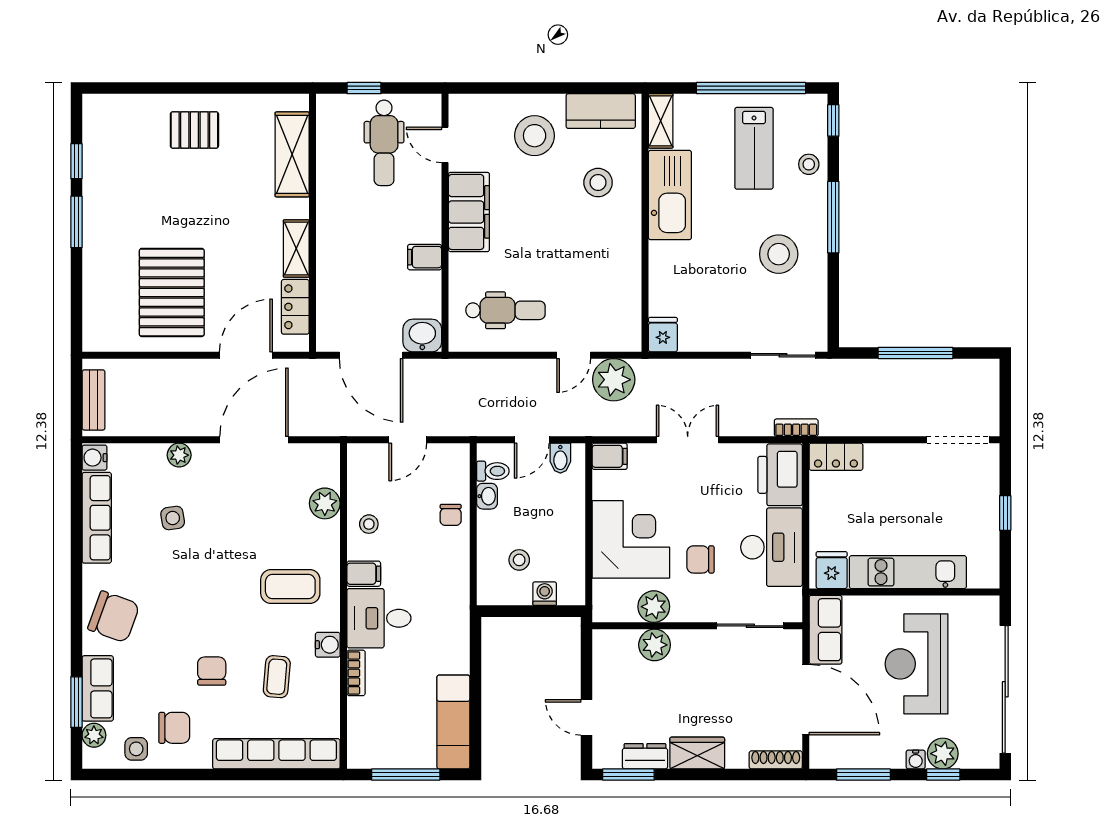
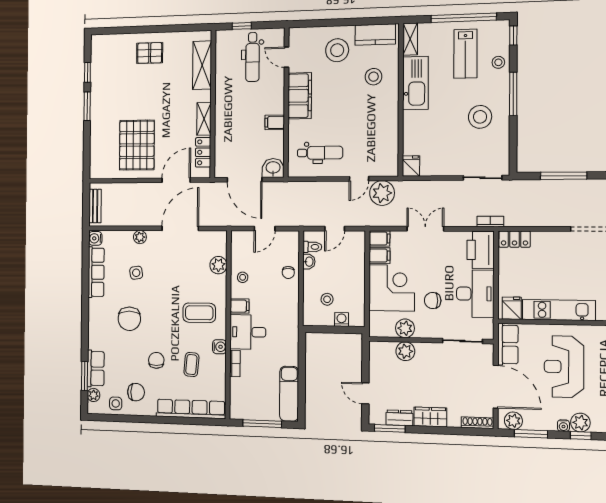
bidet: (560, 458) -> (351, 239), removed
filing cabinet: (610, 485) -> (380, 256), added
chair: (114, 617) -> (129, 319), moved, turned 70
plant: (835, 754) -> (513, 421), added

